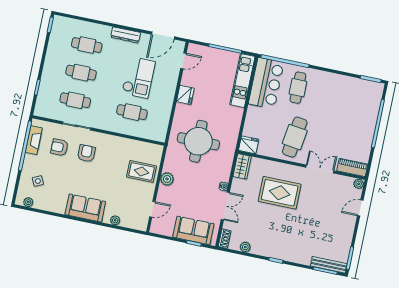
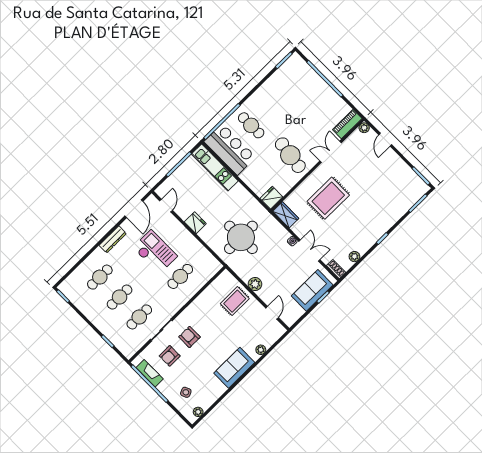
bench: (329, 265) -> (415, 197), removed

